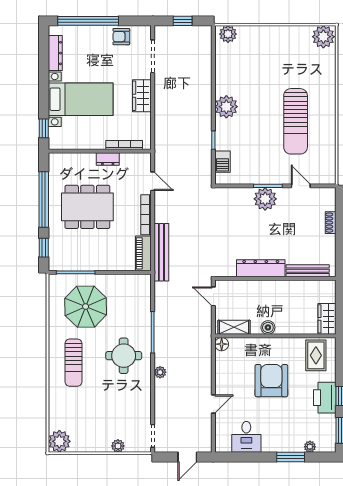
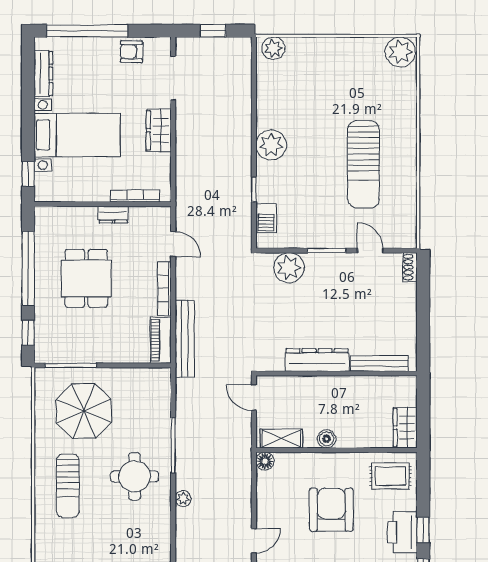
plant: (265, 199) -> (289, 268), moved
dining table: (87, 207) -> (86, 278), width x0.73
shoe rack: (331, 223) -> (410, 267), moved
rug: (316, 355) -> (391, 476), turned 90

